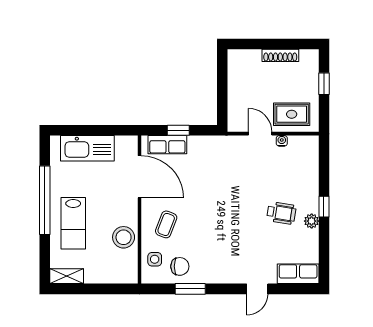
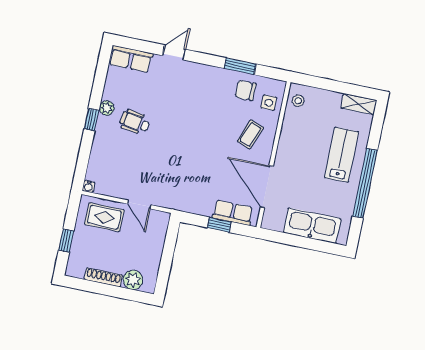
plant: (251, 59) -> (133, 280), added
water cooler: (282, 141) -> (88, 186), moved
stool: (124, 237) -> (298, 101), moved, width x0.53, depth x0.53

